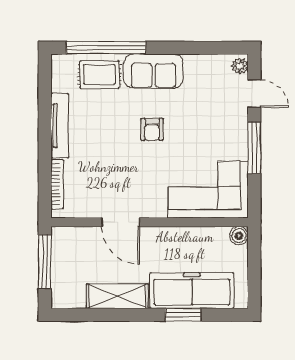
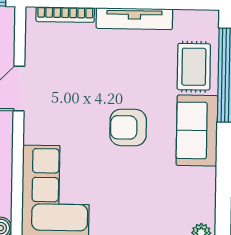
armchair: (152, 129) -> (128, 128), width x1.38, depth x1.38

